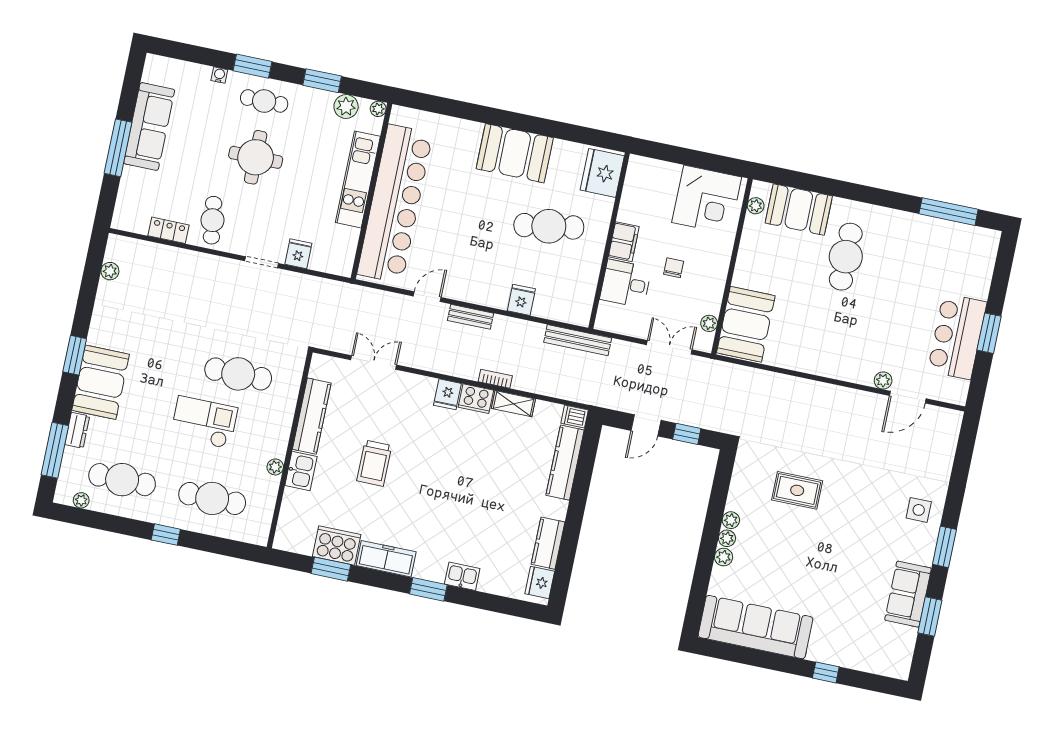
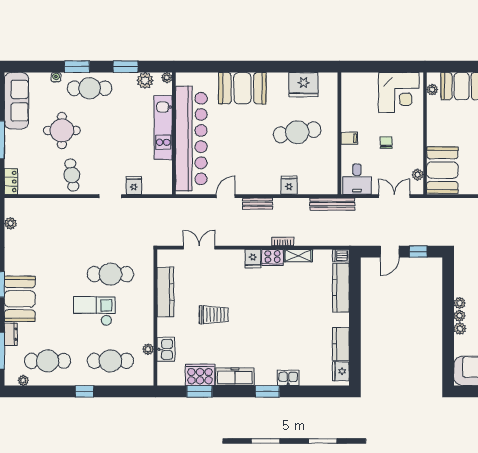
cafe table: (264, 101) -> (90, 88), width x1.37, depth x1.35
sofa: (149, 127) -> (16, 101), moved
booth: (515, 153) -> (242, 88), moved
round table: (256, 157) -> (62, 131), moved
fridge: (602, 173) -> (304, 85), moved, turned -90
locker: (169, 230) -> (11, 181), moved, turned 90
filing cabinet: (624, 242) -> (349, 138), width x0.50
desk: (626, 284) -> (357, 179), moved, turned -90
trolley: (374, 463) -> (214, 315), turned -90
plant: (275, 467) -> (148, 349), moved
kitchen sink: (301, 471) -> (166, 349), moved

